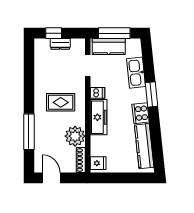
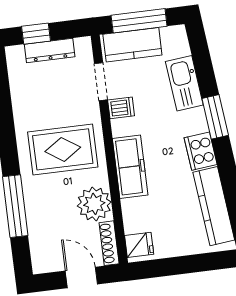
dresser: (60, 44) -> (50, 50), width x1.44
dishwasher: (98, 93) -> (121, 108), moved
rug: (61, 102) -> (63, 149), width x1.36, depth x1.43
door: (51, 178) -> (81, 278), moved

